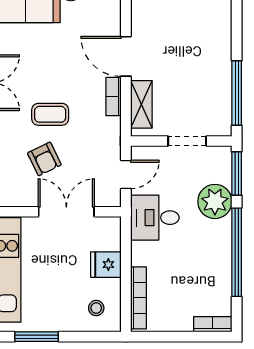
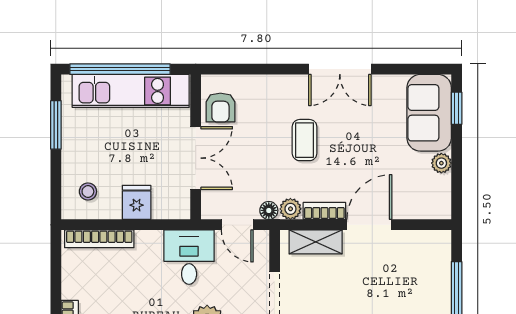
plant: (112, 127) -> (290, 209), added
floor lamp: (113, 146) -> (269, 210), added
armchair: (44, 159) -> (220, 108), moved, turned -64

